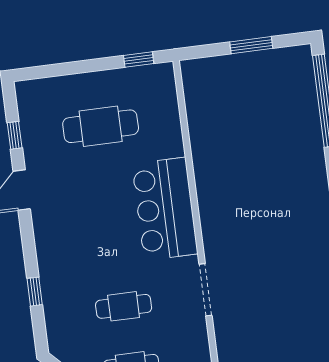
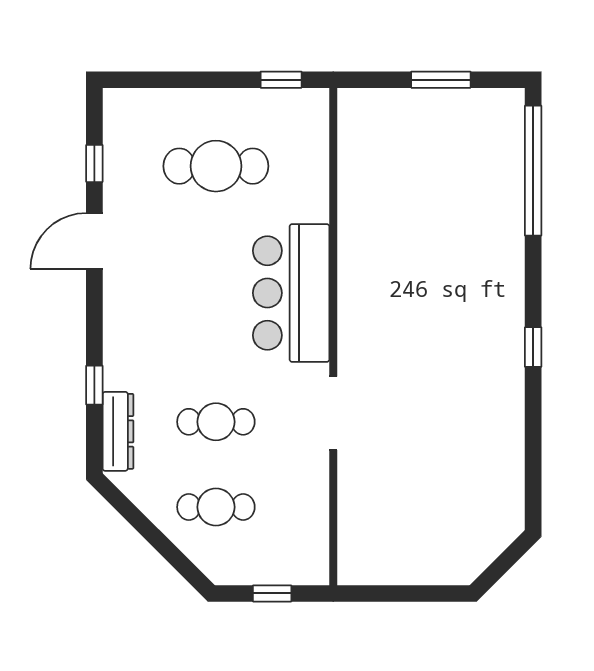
dresser: (55, 322) -> (118, 431), added

